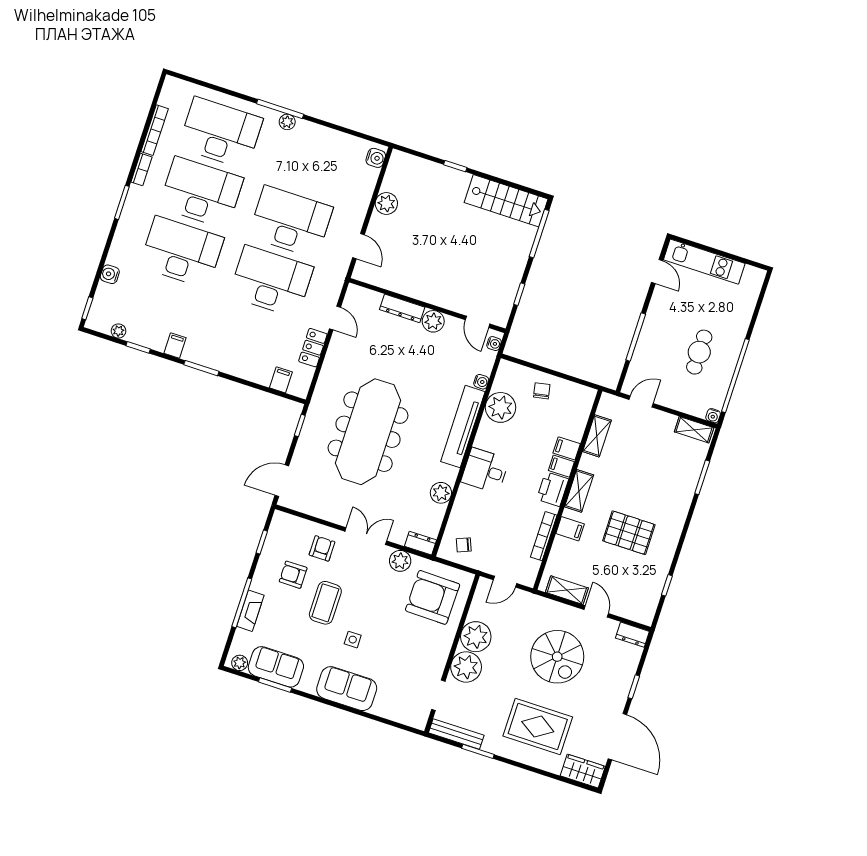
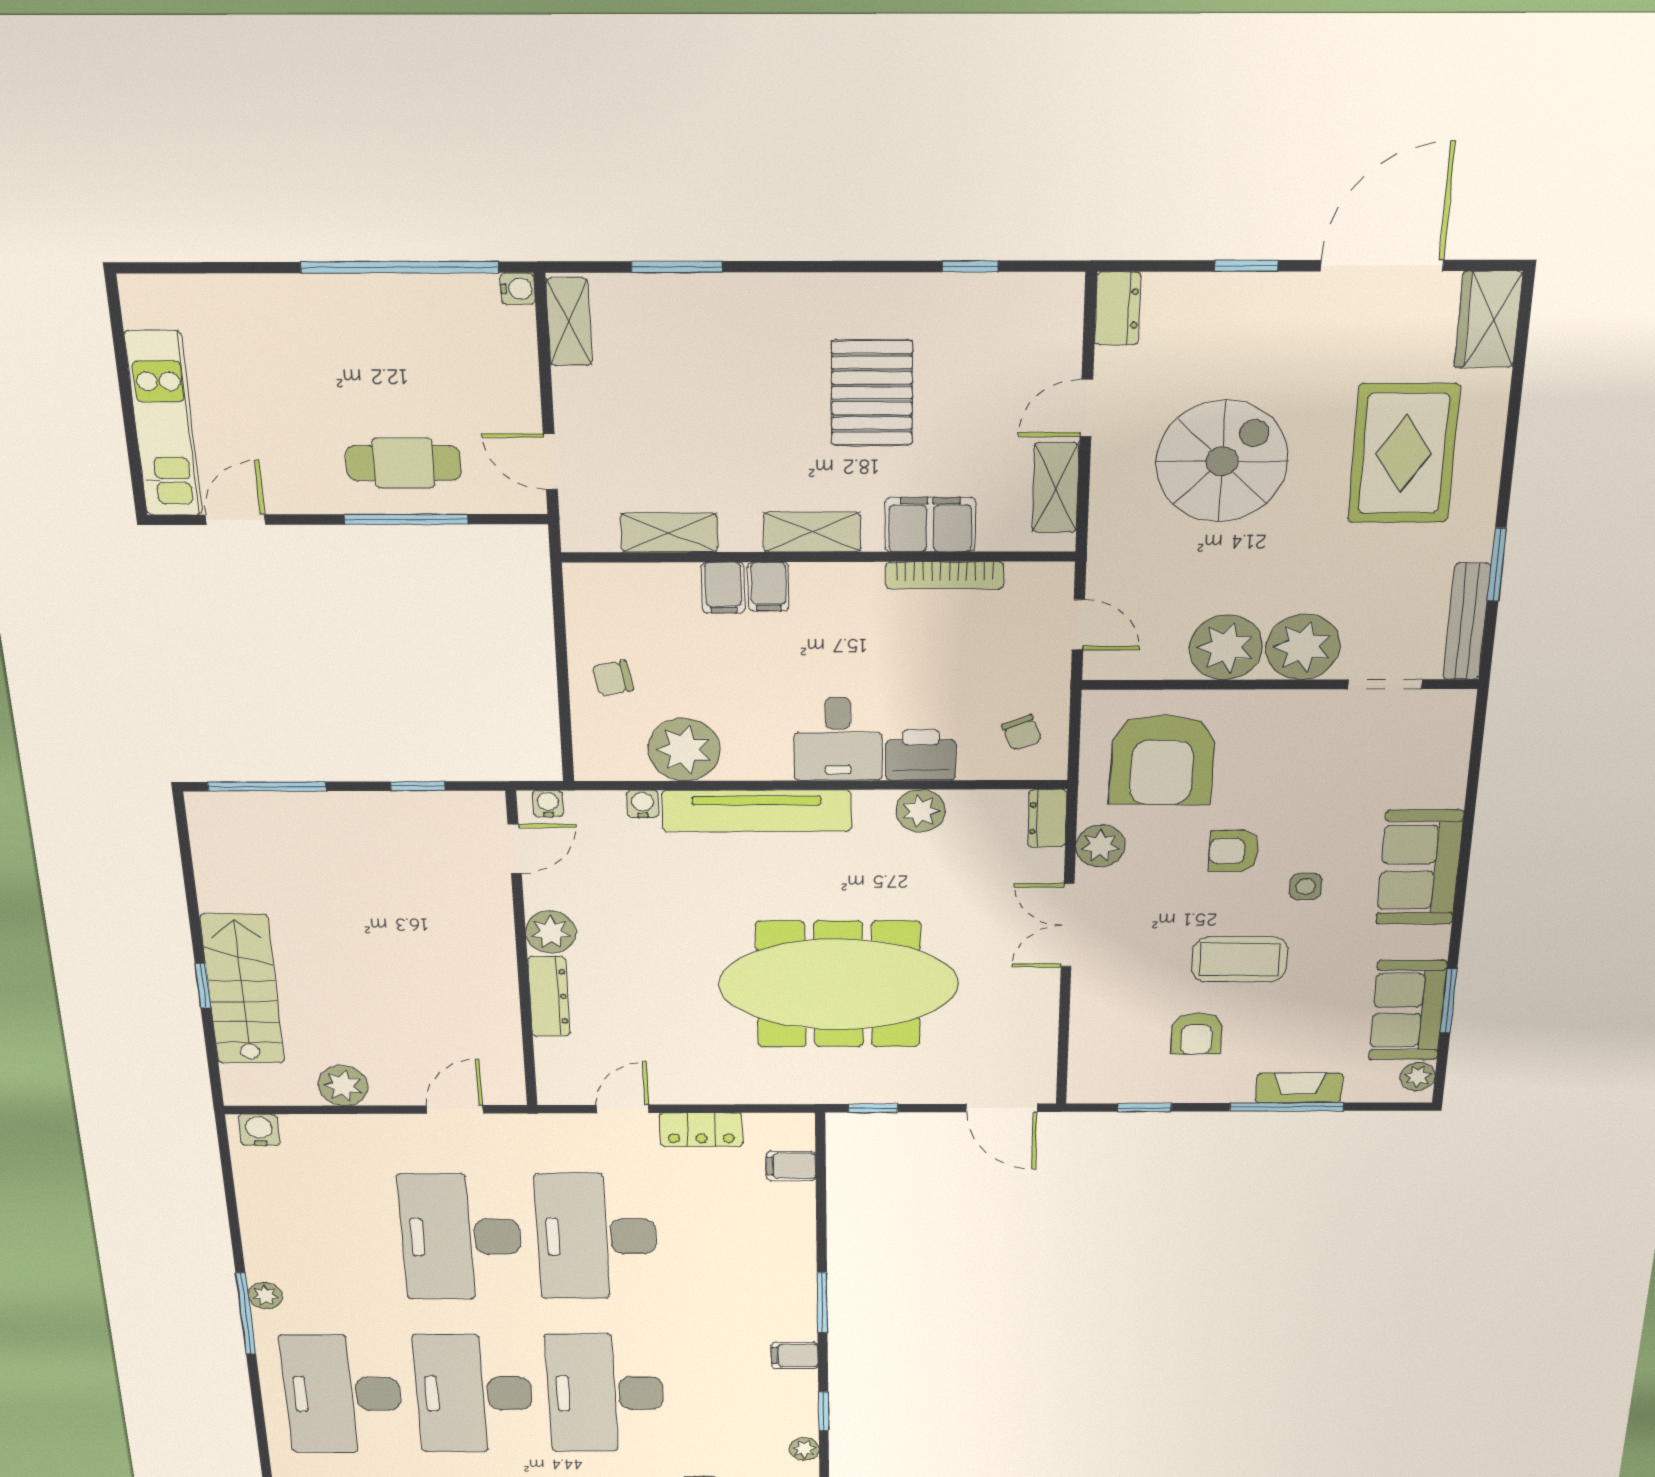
stairs: (506, 201) -> (242, 989), moved
cafe table: (699, 352) -> (403, 463), moved
printer: (553, 489) -> (921, 755), moved, turned 180
filing cabinet: (570, 529) -> (930, 525), width x2.00
armchair: (322, 548) -> (1234, 851), moved

